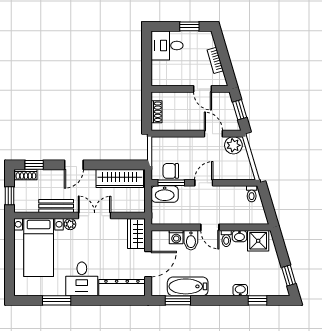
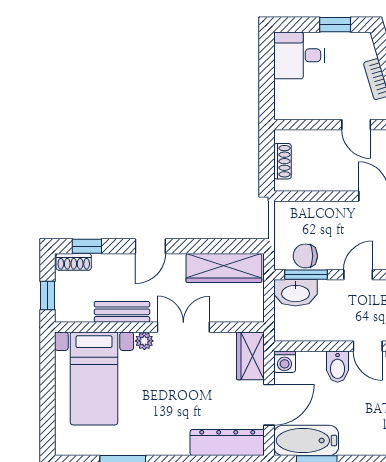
washing machine: (176, 237) -> (285, 362), moved
desk: (82, 279) -> (163, 428), removed
bathtub: (188, 286) -> (306, 440), moved

